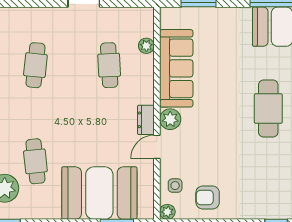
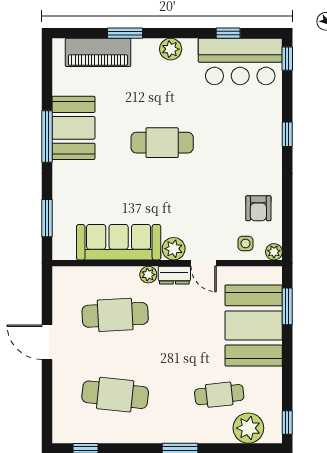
plant: (146, 46) -> (148, 275), moved
cafe table: (35, 65) -> (115, 395), width x1.37, depth x1.35
cafe table: (109, 65) -> (115, 315), width x1.37, depth x1.35

